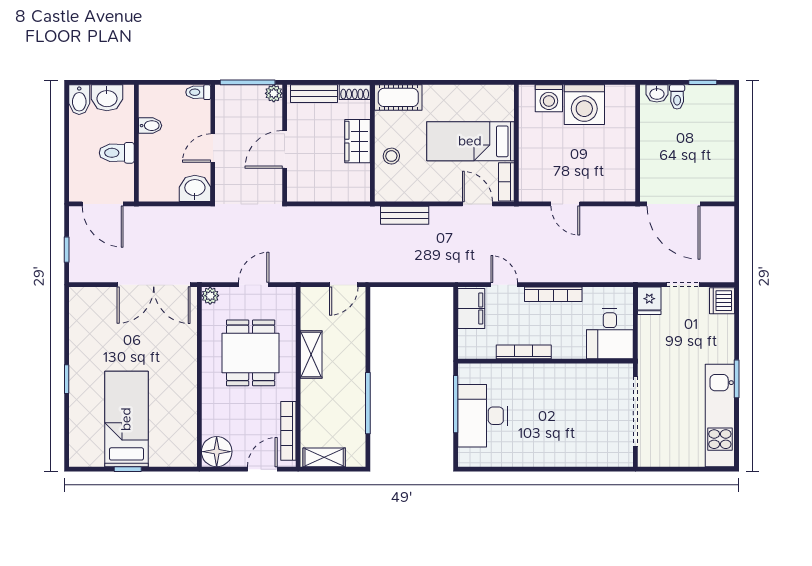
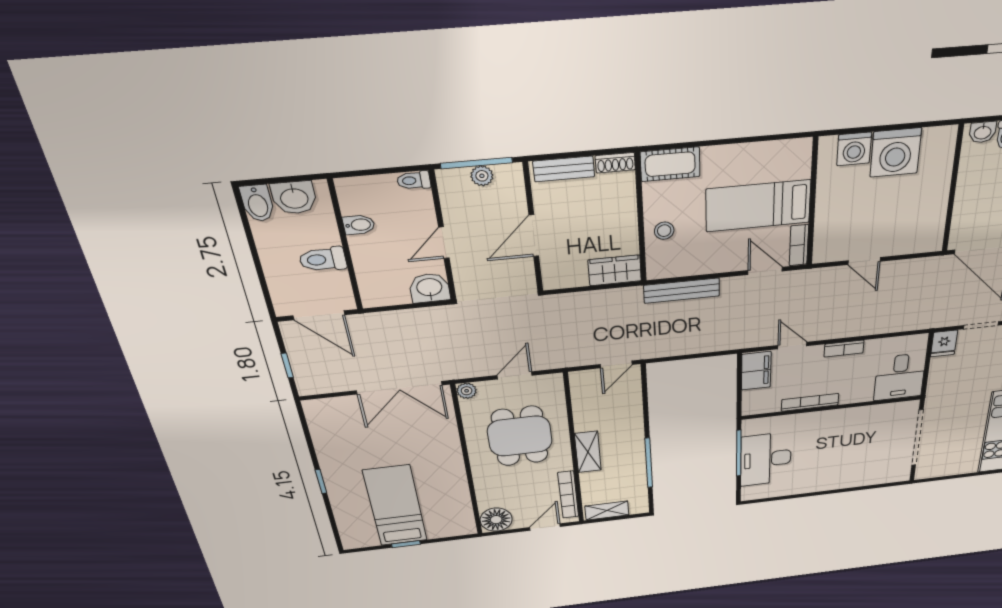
plant: (274, 93) -> (482, 176), moved
wardrobe: (358, 141) -> (615, 270), moved, turned 90
bench: (405, 215) -> (682, 291), width x1.36
bookcase: (553, 294) -> (844, 349), width x0.64
shelving: (311, 355) -> (588, 452), moved

